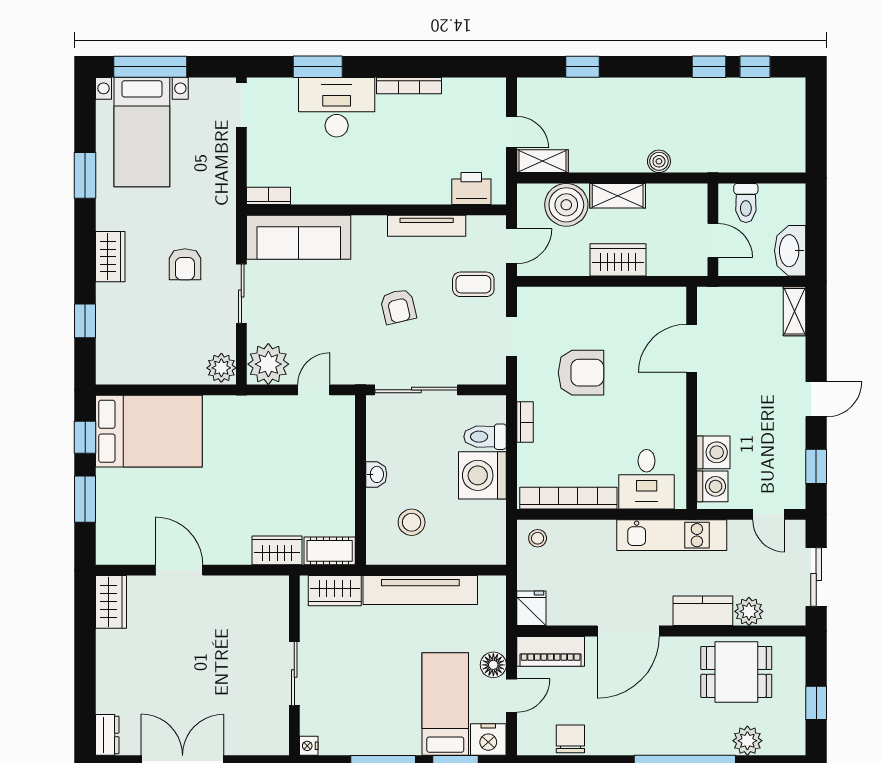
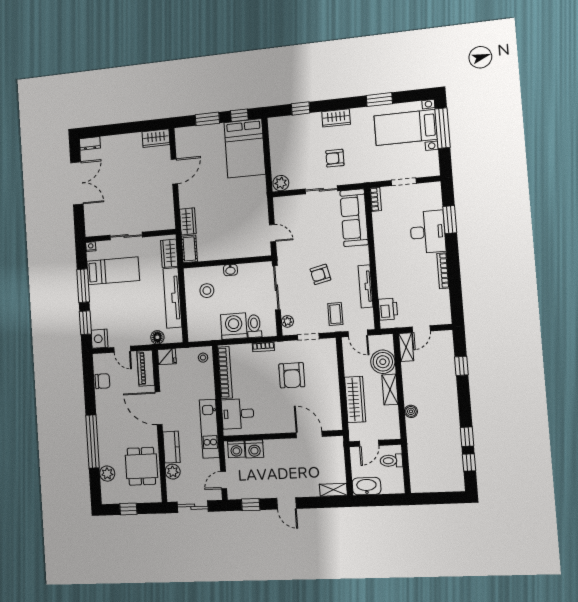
doorway: (241, 105) -> (404, 182), moved
wardrobe: (618, 260) -> (355, 399), width x1.50
plant: (268, 364) -> (287, 321), moved, width x0.53, depth x0.53
floor lamp: (493, 665) -> (157, 337), moved
bed: (445, 704) -> (113, 271), moved

